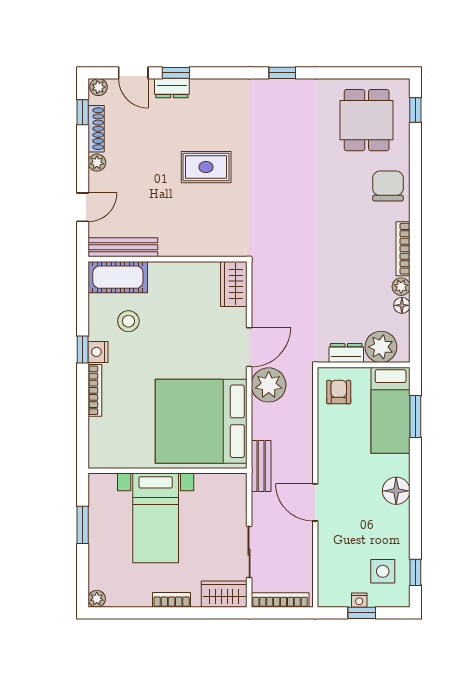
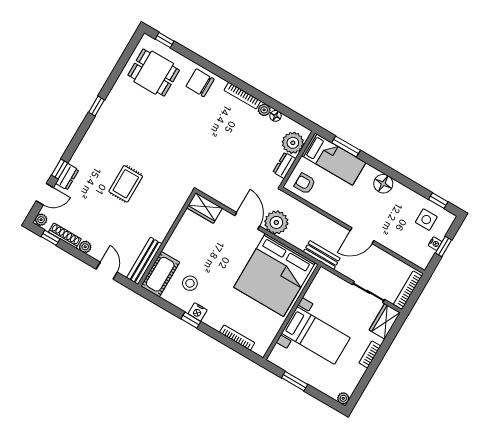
bookcase: (95, 390) -> (237, 338), moved

